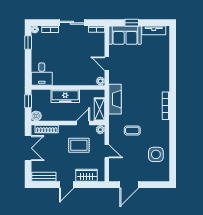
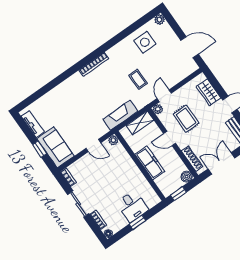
window: (28, 43) -> (138, 222), moved
door: (107, 64) -> (93, 146), hinge flipped
desk: (42, 74) -> (132, 206), moved, turned 90
door: (83, 123) -> (170, 138), moved
door: (107, 151) -> (164, 96), moved
plant: (165, 177) -> (160, 20), added

